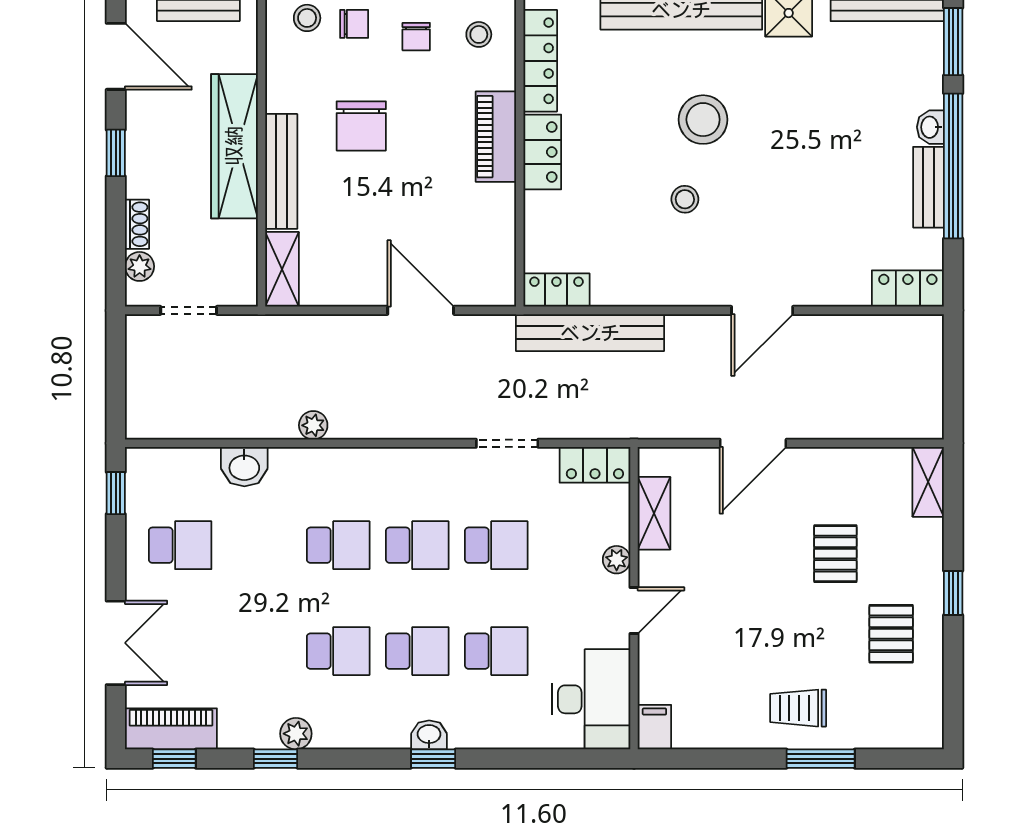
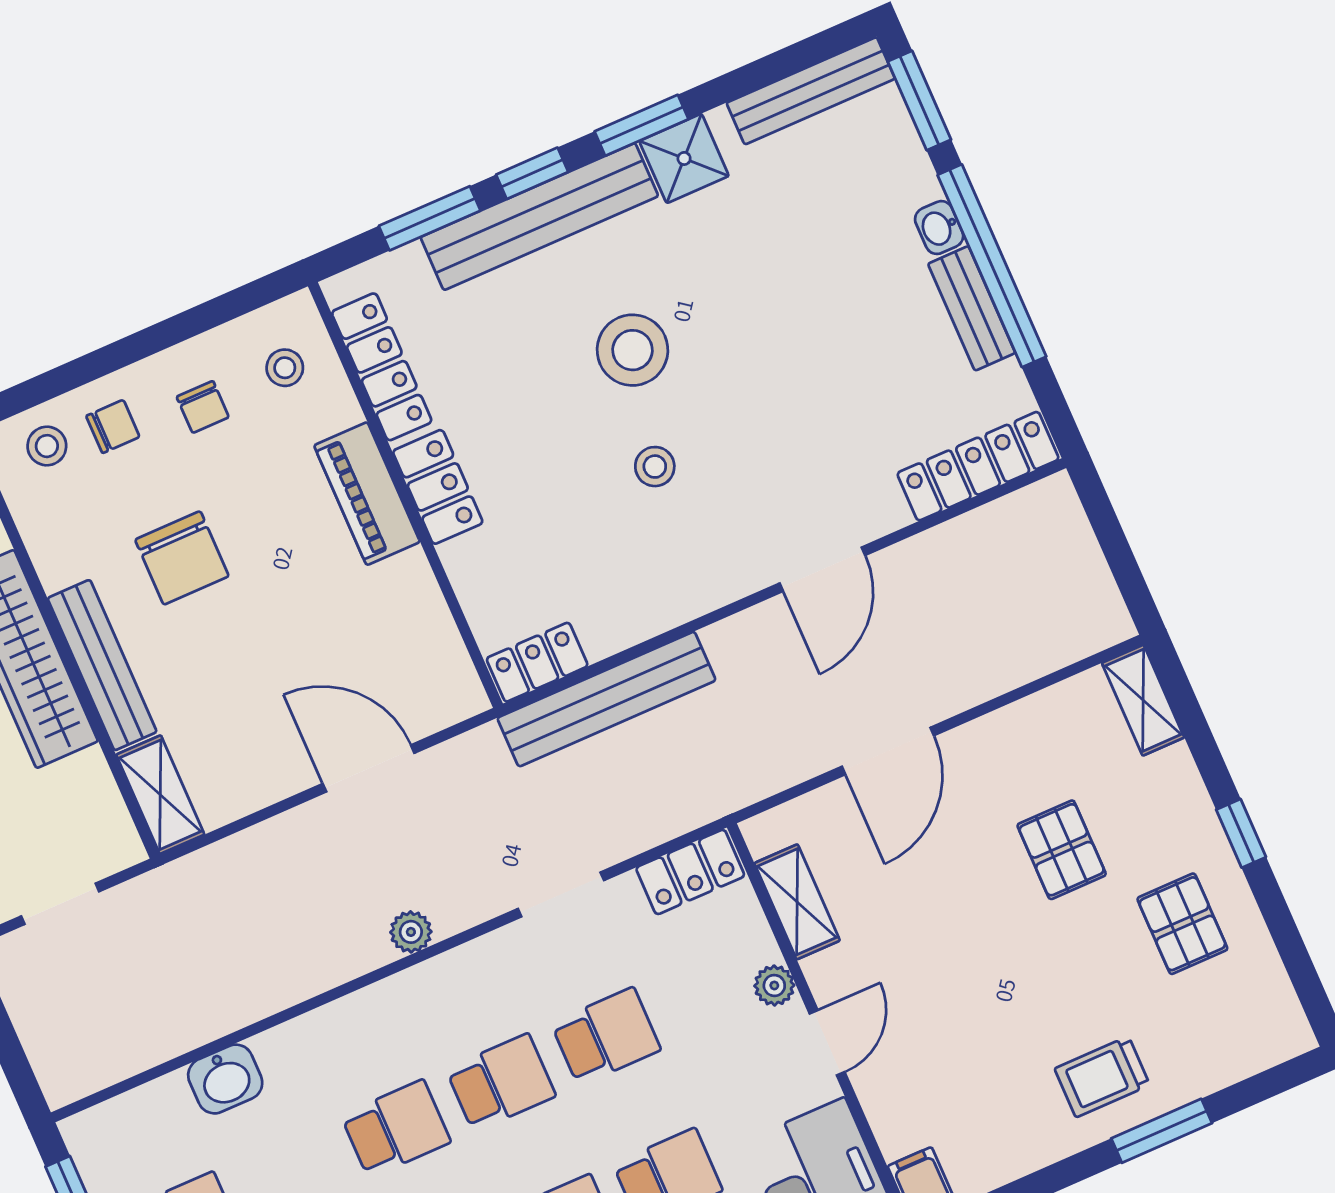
locker: (908, 288) -> (978, 466), width x1.53
plant: (313, 425) -> (411, 932), moved

